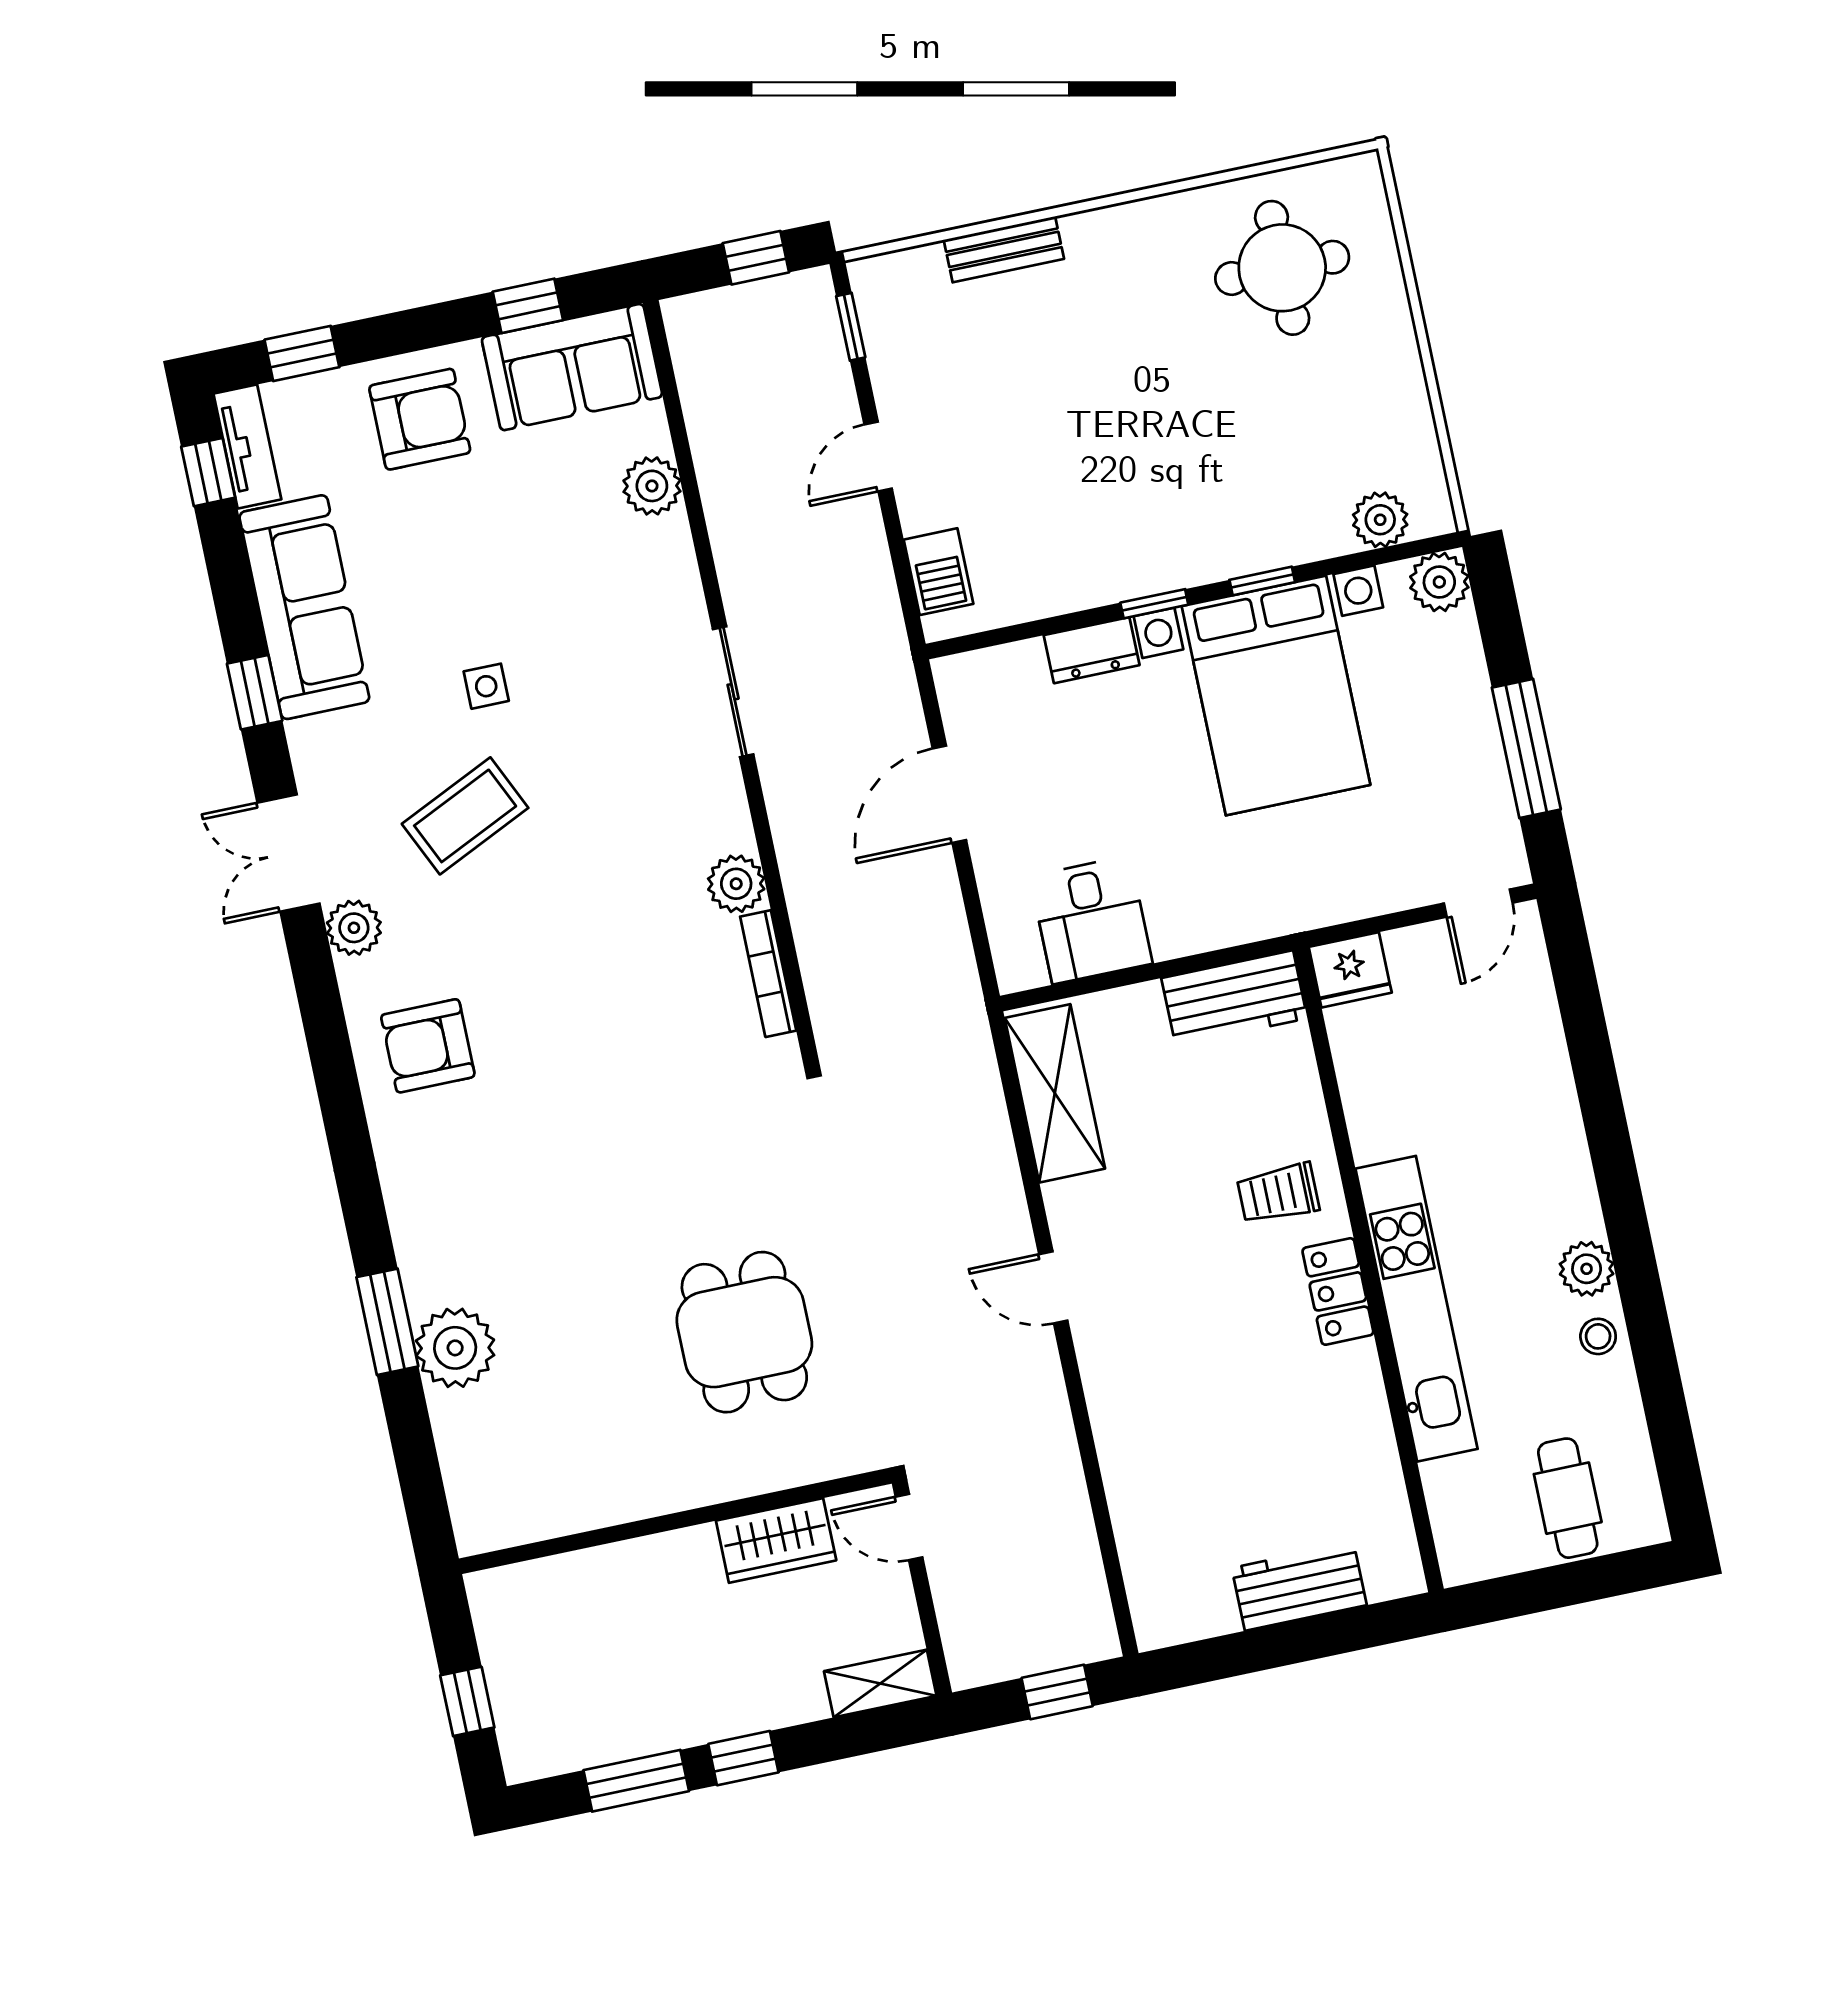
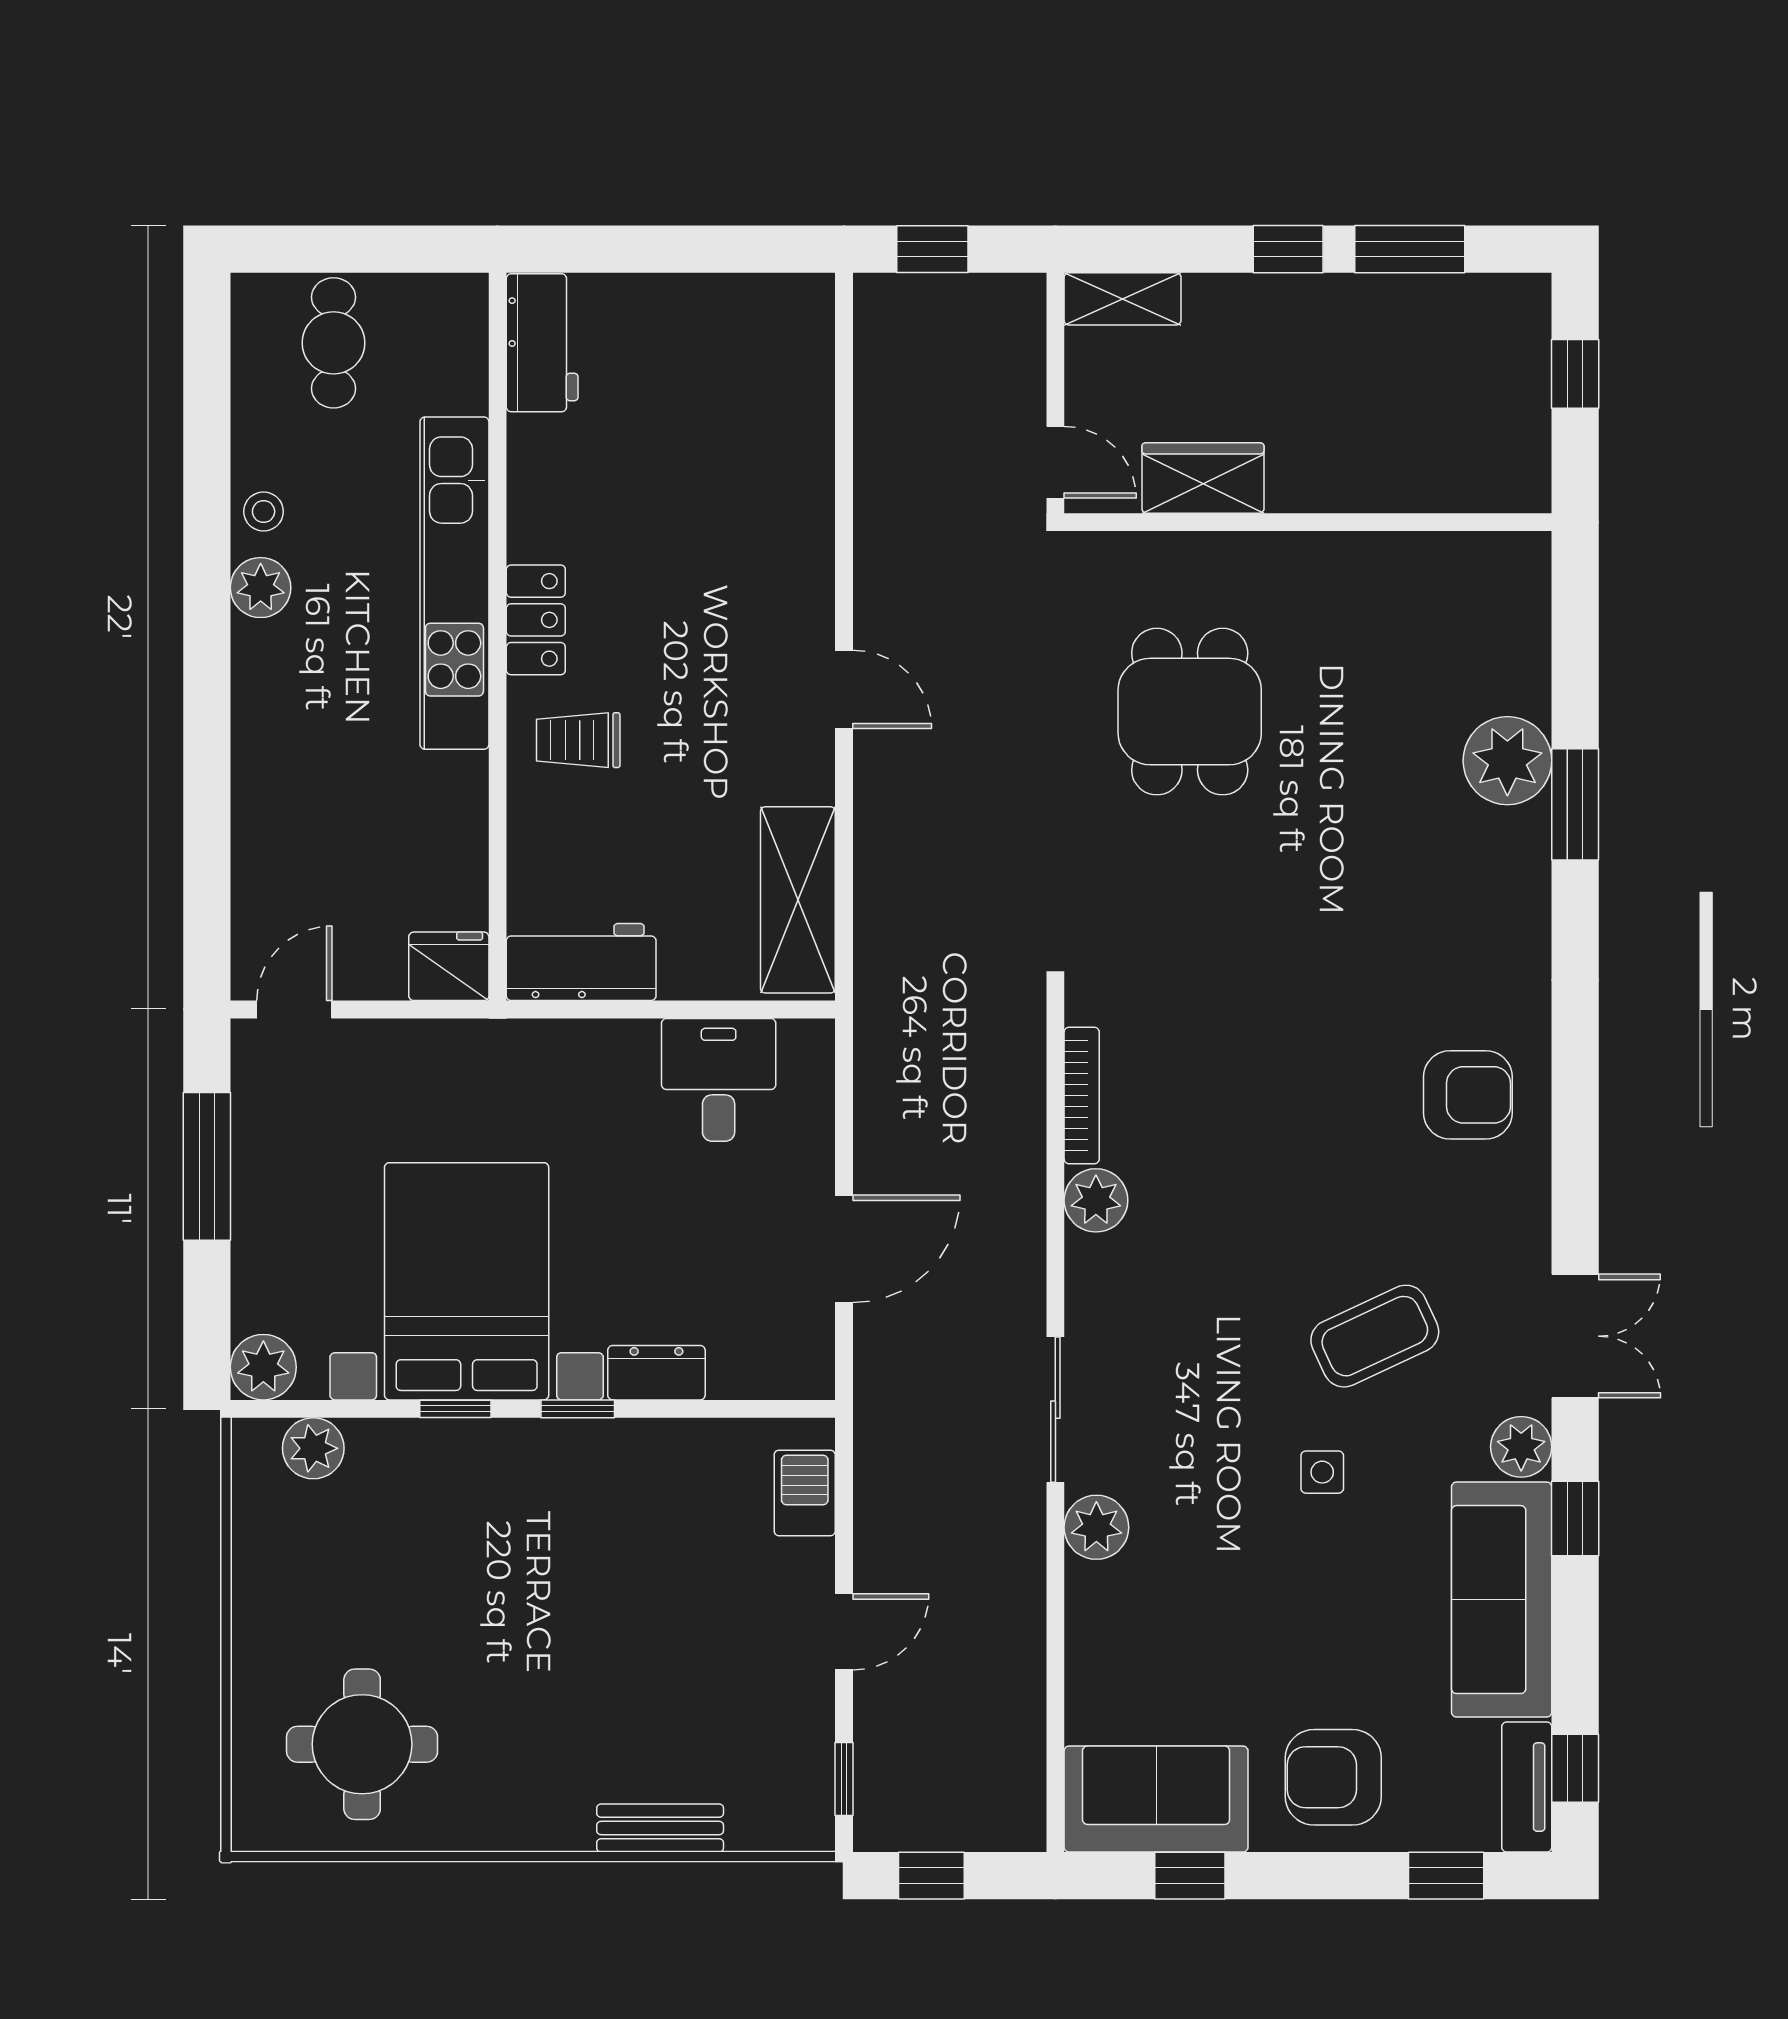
plant: (652, 486) -> (1096, 1527), moved
plant: (354, 928) -> (1521, 1447), moved
trolley: (1278, 1193) -> (578, 740), turned 180
workbench: (1299, 1586) -> (542, 343), moved, turned -90

